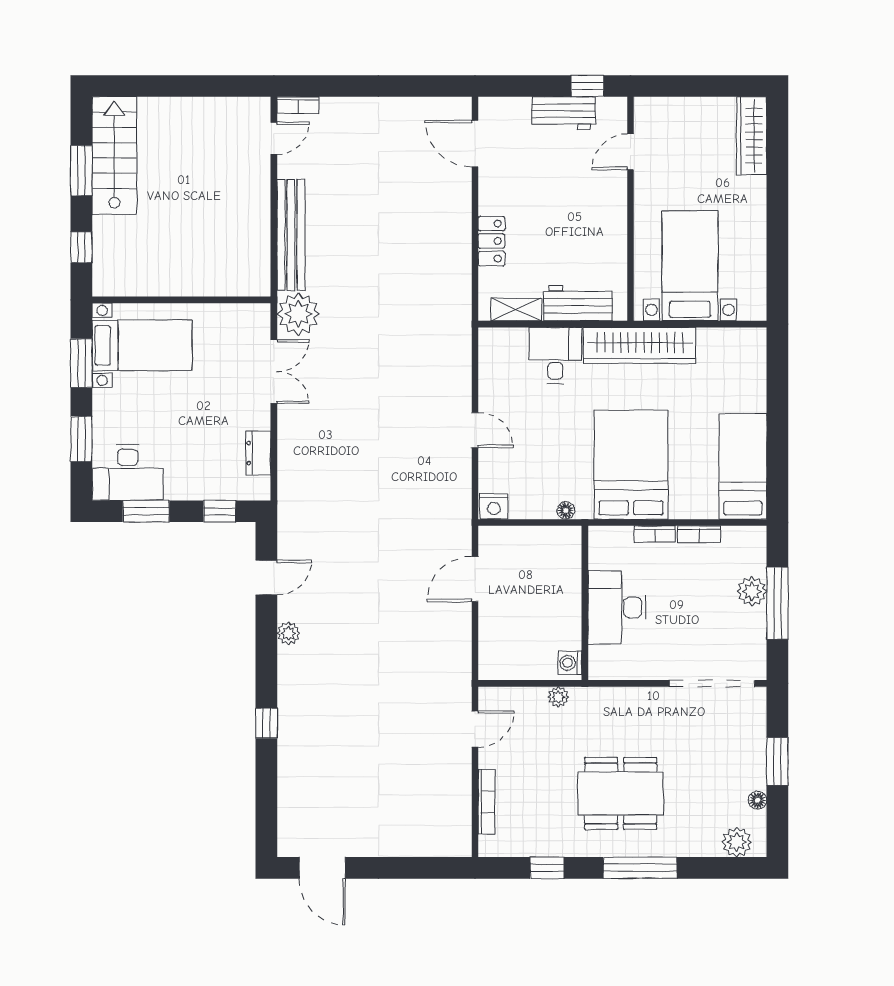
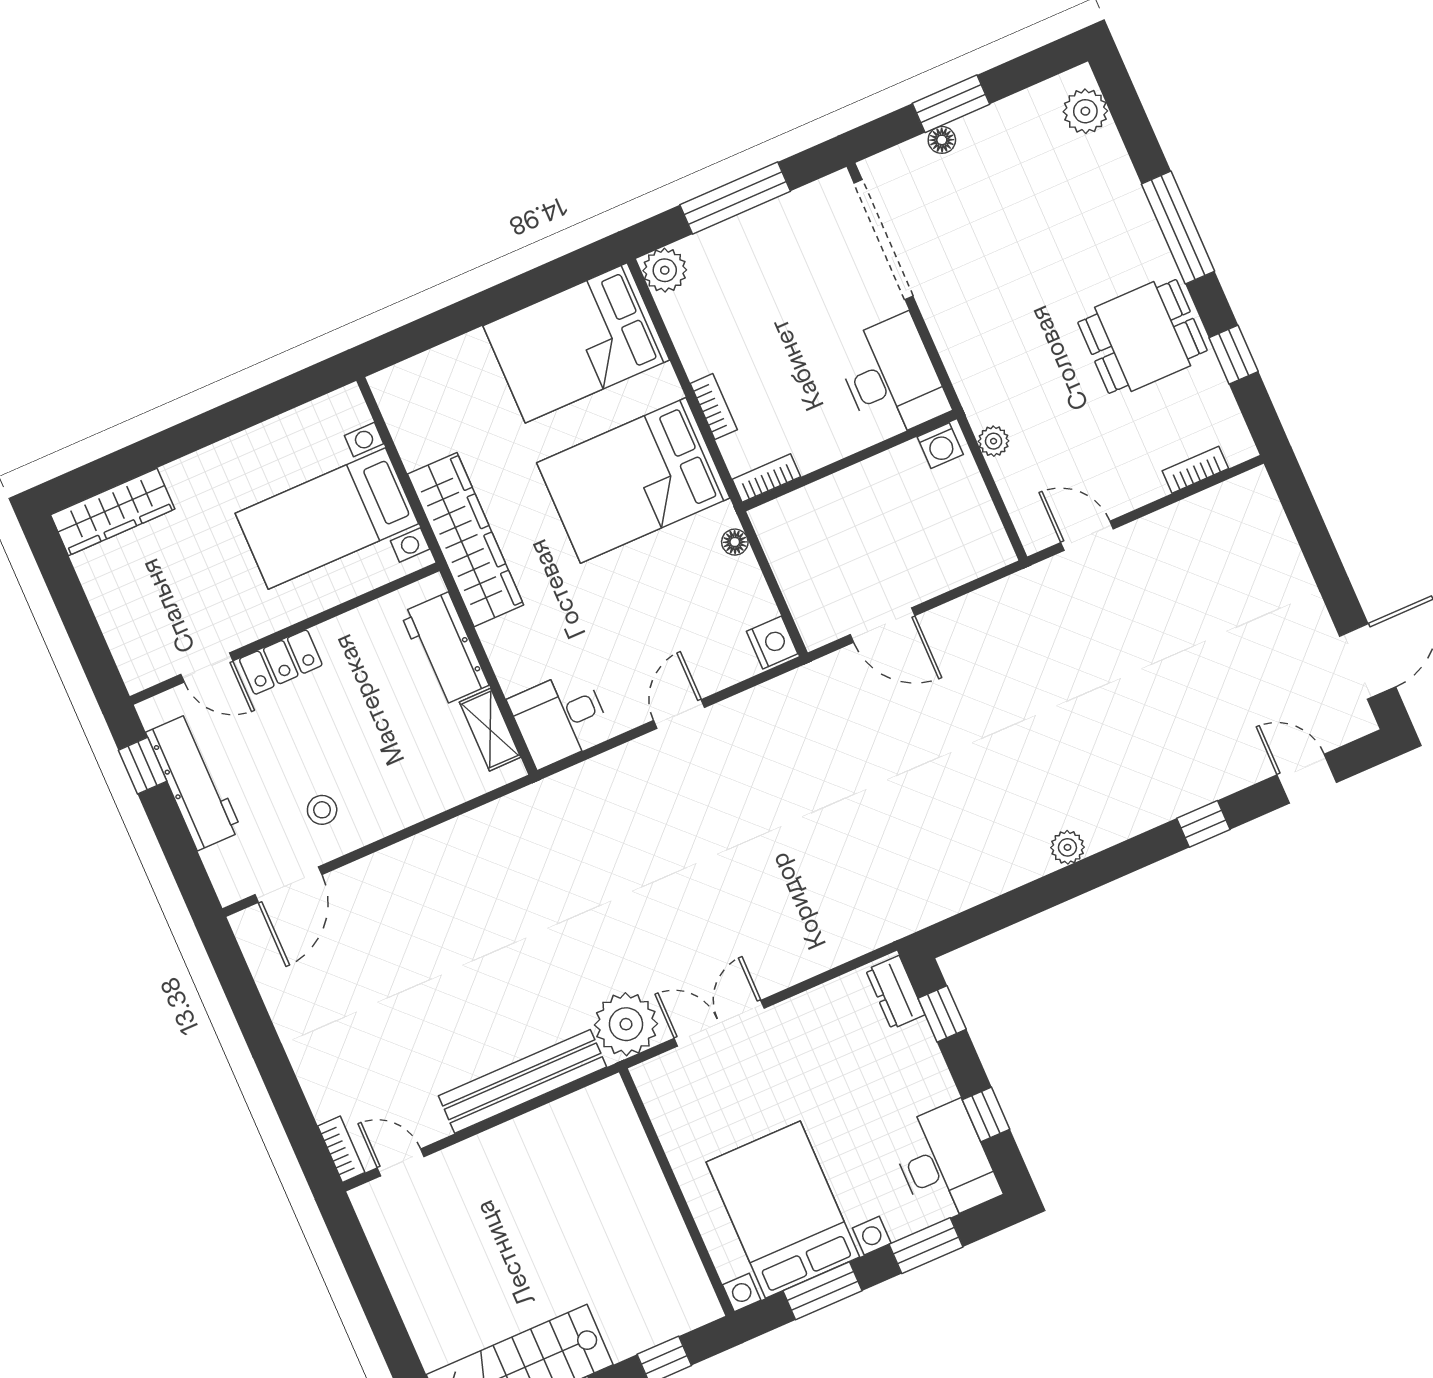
workbench: (564, 113) -> (194, 782), width x1.38
stool: (512, 184) -> (322, 810), added
locker: (491, 241) -> (281, 662), moved, turned 180
bed with nightstands: (142, 345) -> (783, 1210), width x1.36
desk: (555, 356) -> (560, 718), moved
dresser: (258, 453) -> (895, 992), moved, turned 90
bed: (743, 466) -> (576, 343), width x1.50
window: (146, 511) -> (986, 1114), width x0.67
bookcase: (699, 534) -> (766, 478), moved, turned -90
door: (266, 577) -> (1307, 779), moved
plant: (752, 591) -> (665, 270), moved
desk: (617, 607) -> (892, 378), moved, turned -90
dining table: (621, 793) -> (1143, 336), moved, width x0.73
floor lamp: (758, 800) -> (942, 140), moved
bookcase: (486, 802) -> (1195, 470), width x0.64

